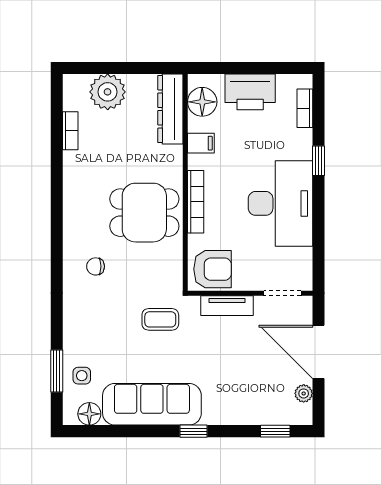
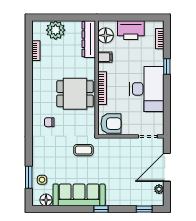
tv unit: (227, 306) -> (119, 143), removed
door: (318, 352) -> (167, 167), hinge flipped

